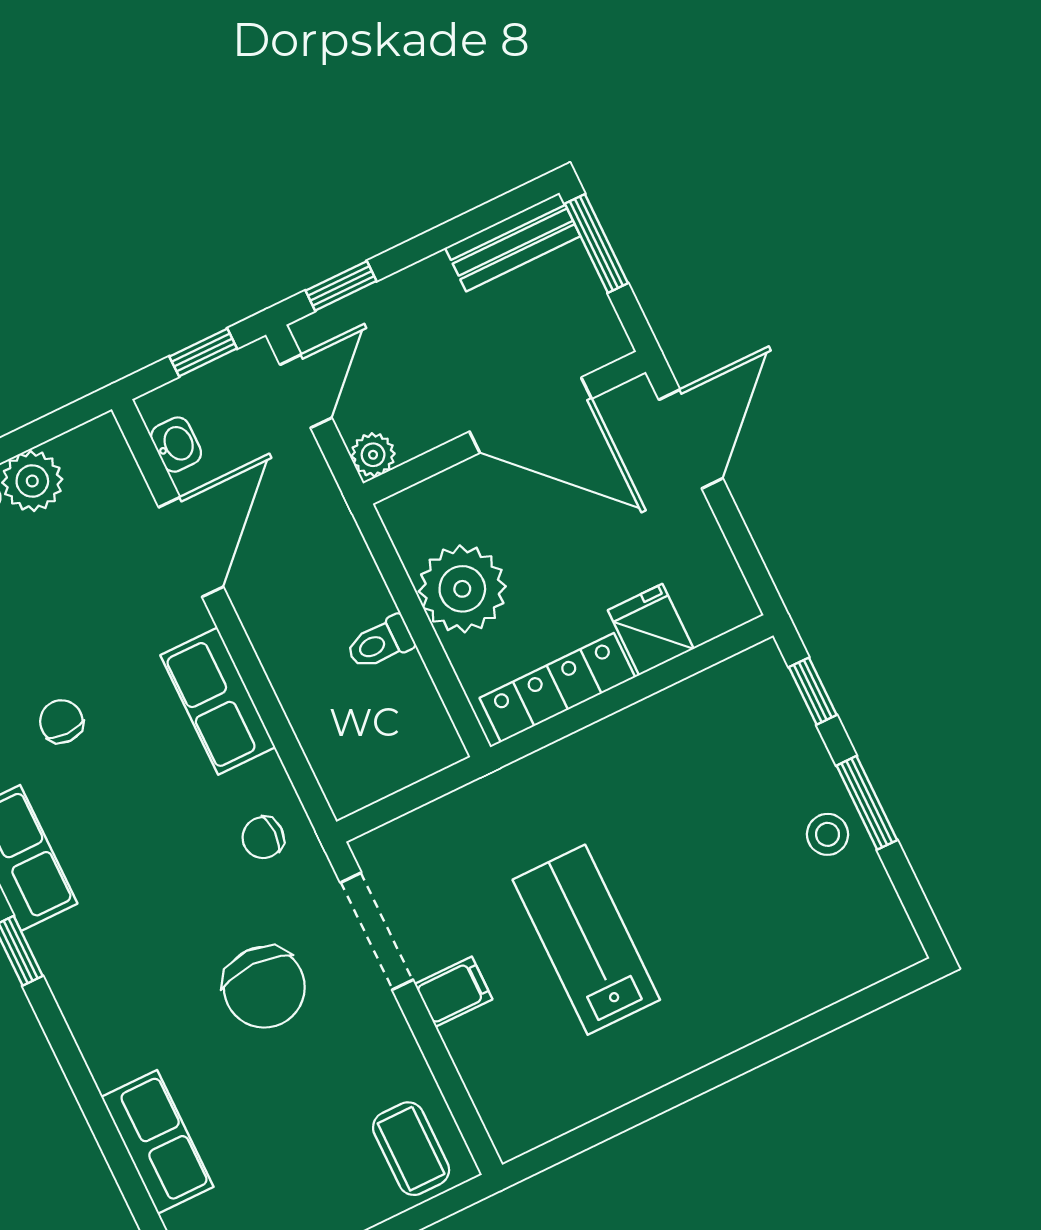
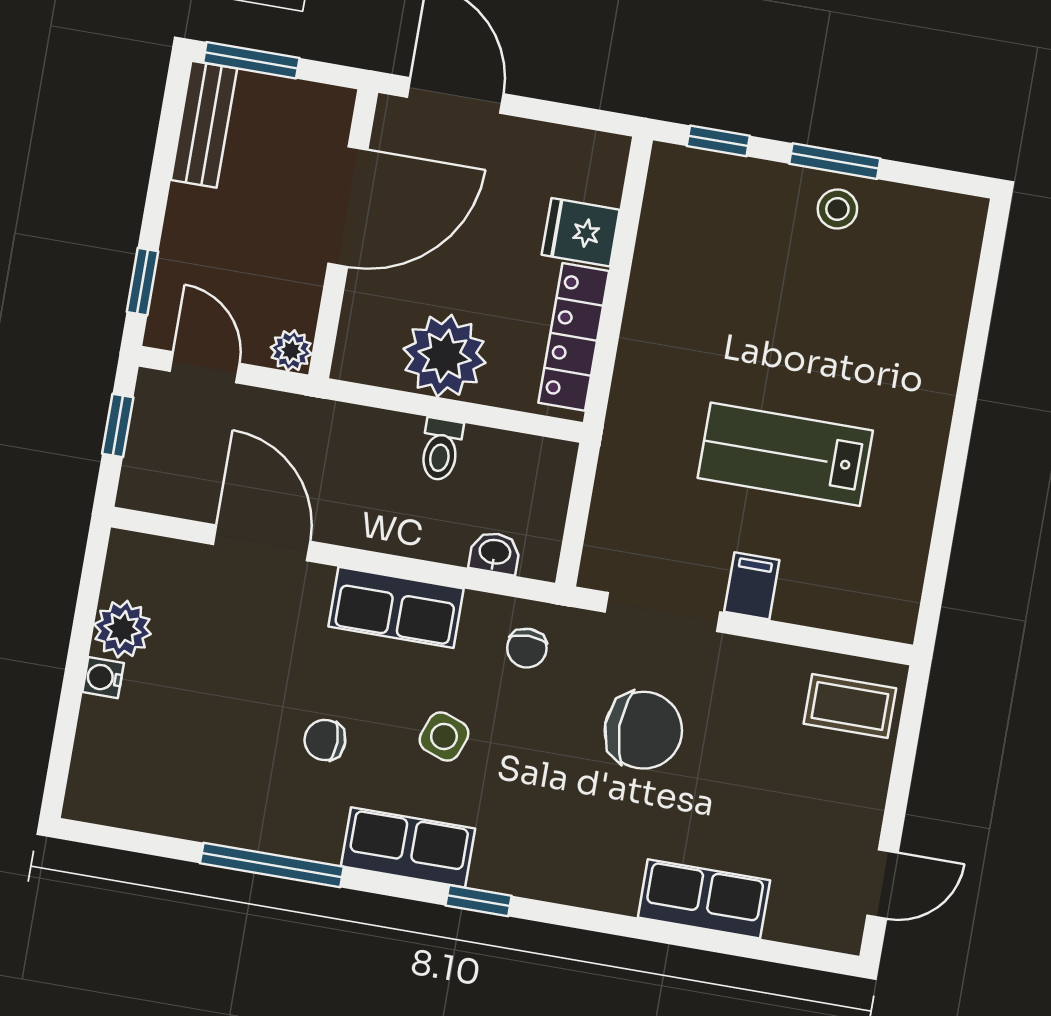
washbasin: (176, 445) -> (495, 553), moved
side table: (137, 821) -> (444, 736), added

